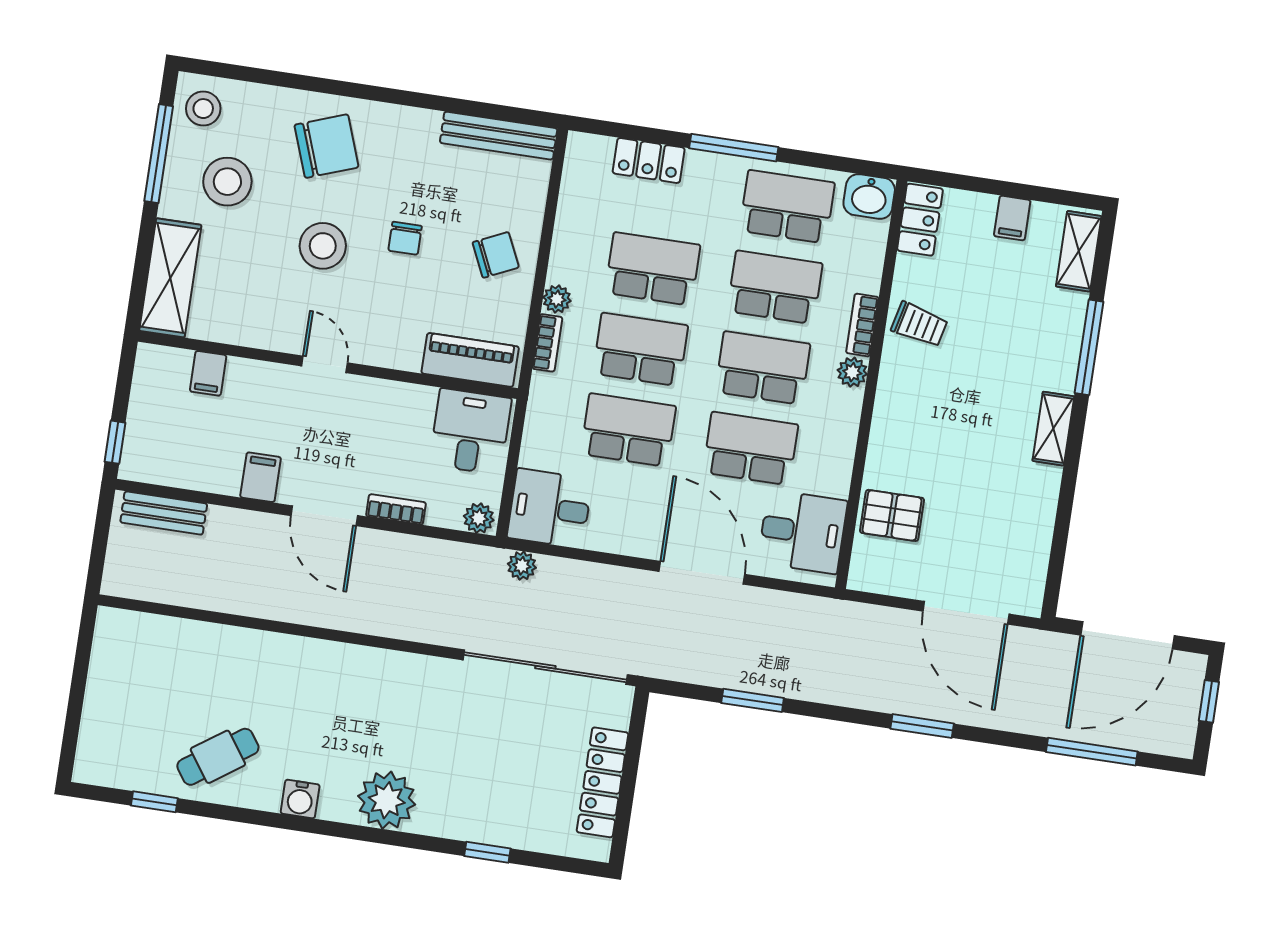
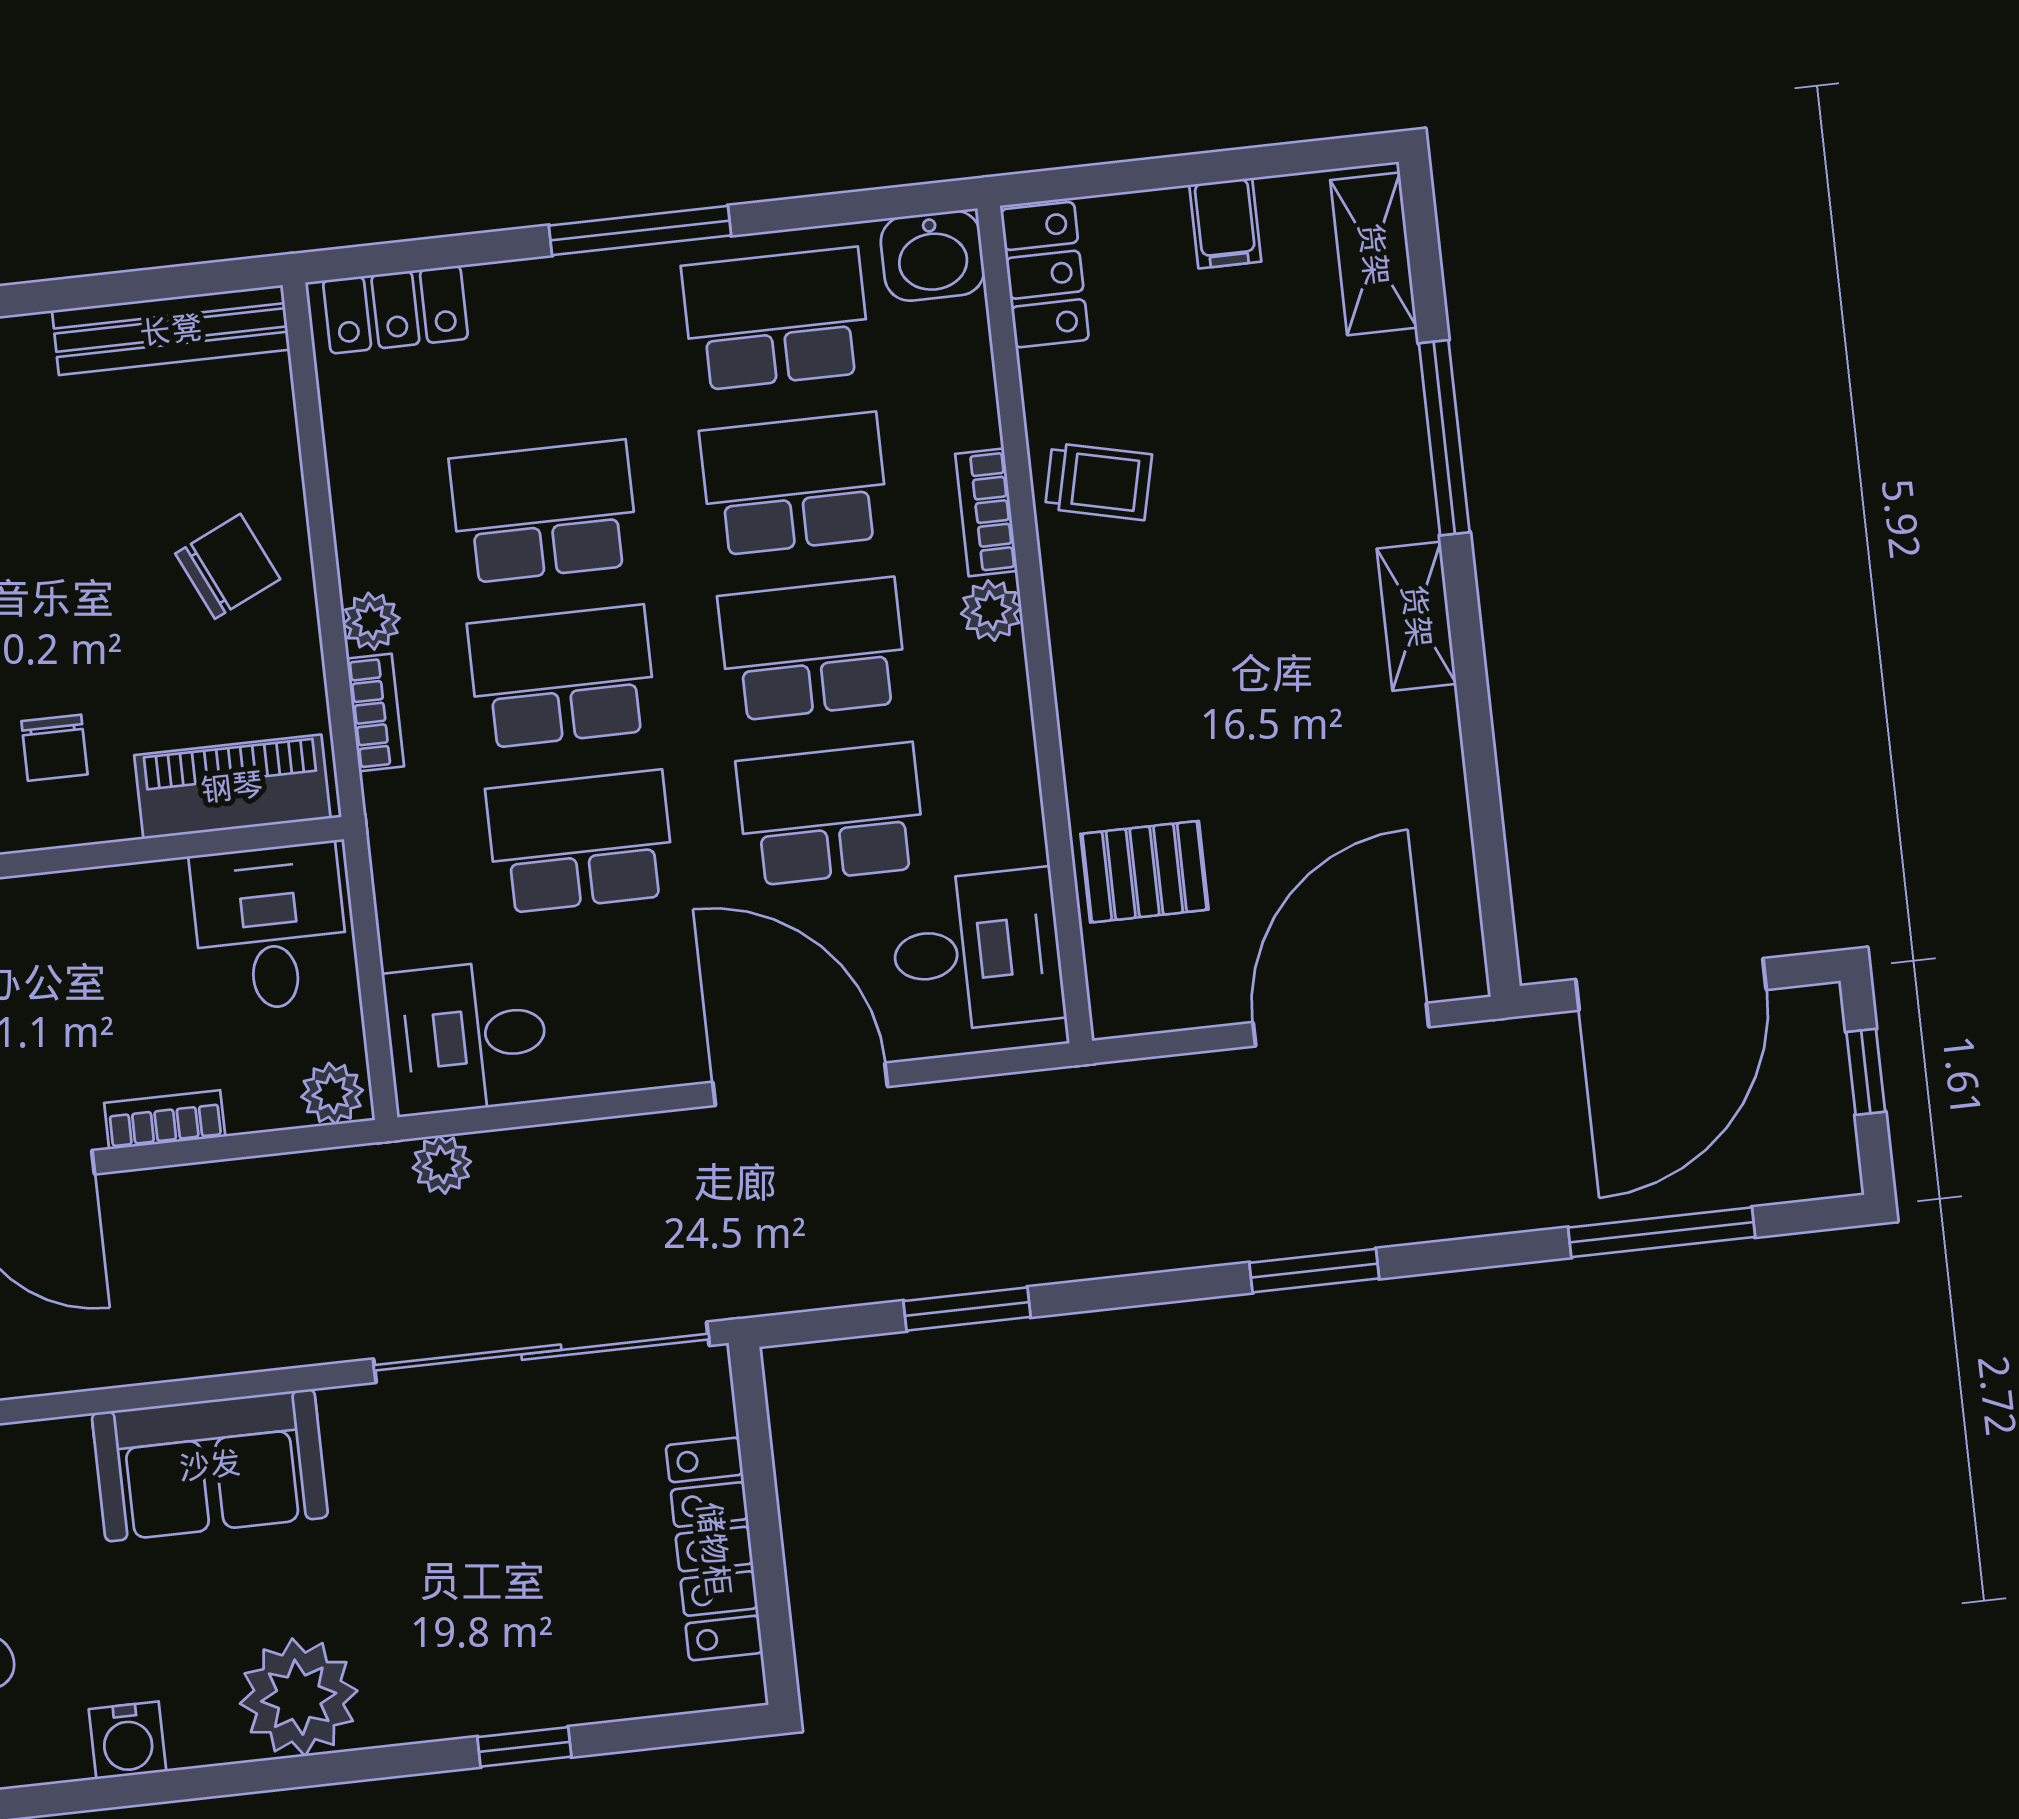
locker: (649, 160) -> (395, 310), moved
chair: (405, 238) -> (55, 748), moved
door: (966, 613) -> (1341, 1025), swing flipped
sofa: (374, 679) -> (210, 1465), added

